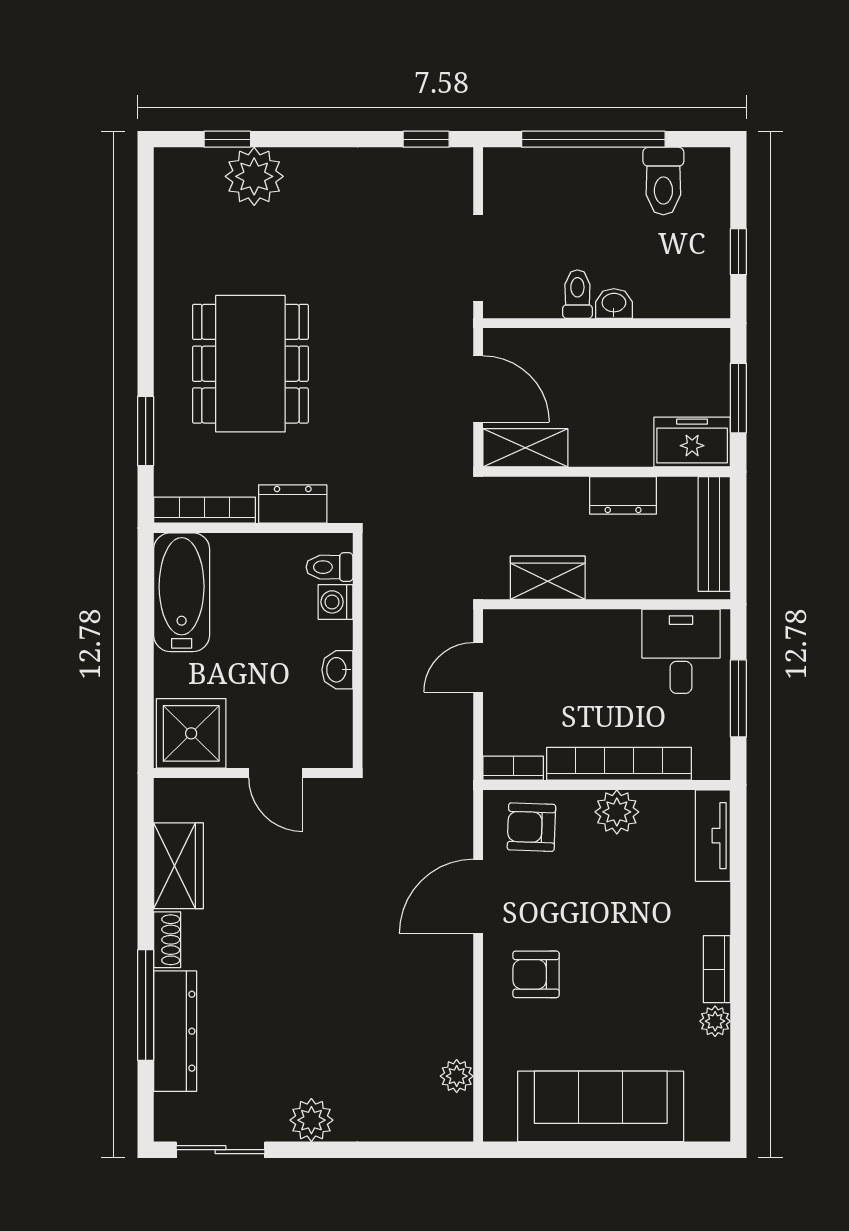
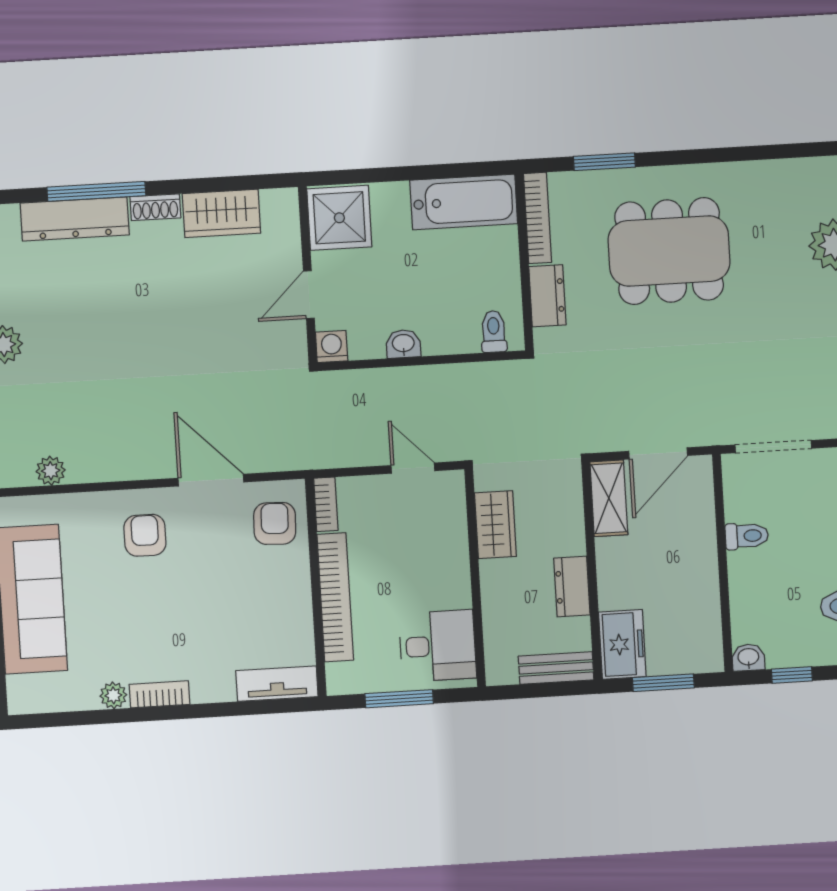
washbasin: (614, 303) -> (748, 657), moved, turned -90
bench: (714, 534) -> (556, 668), width x0.73
washing machine: (336, 602) -> (332, 346), moved
plant: (617, 812) -> (293, 598), removed

